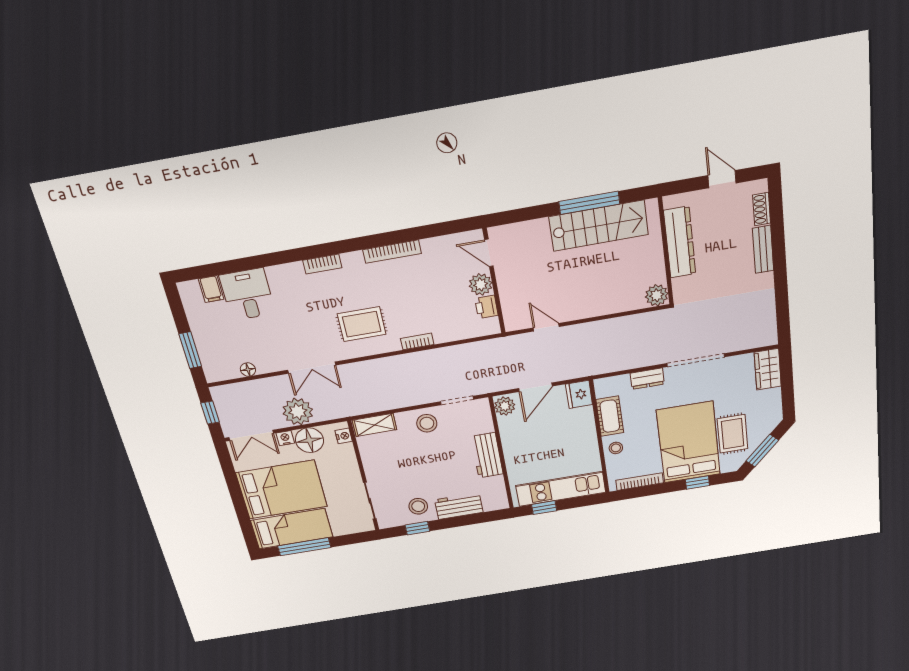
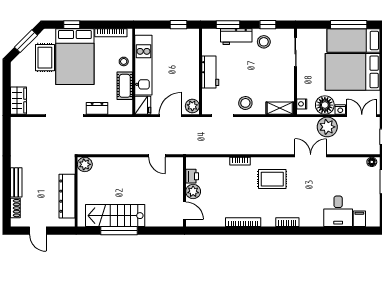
floor lamp: (248, 370) -> (372, 162), moved
kitchen unit: (561, 489) -> (143, 65), moved, turned -90
window: (474, 519) -> (228, 25), added

